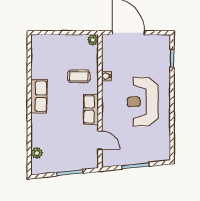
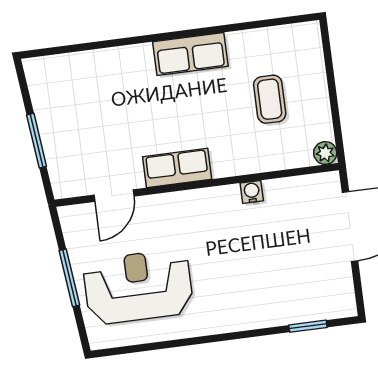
coffee table: (79, 76) -> (270, 99), moved
reception desk: (143, 102) -> (138, 287), moved
plant: (37, 153) -> (69, 65), removed

